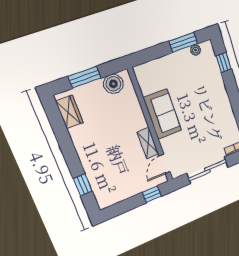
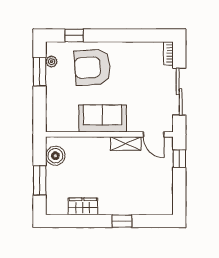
armchair: (203, 88) -> (92, 67), added
wardrobe: (69, 112) -> (83, 206), moved
window: (83, 185) -> (122, 221), moved

